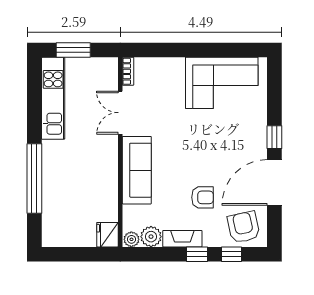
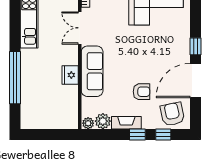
fridge: (107, 235) -> (70, 75), moved

